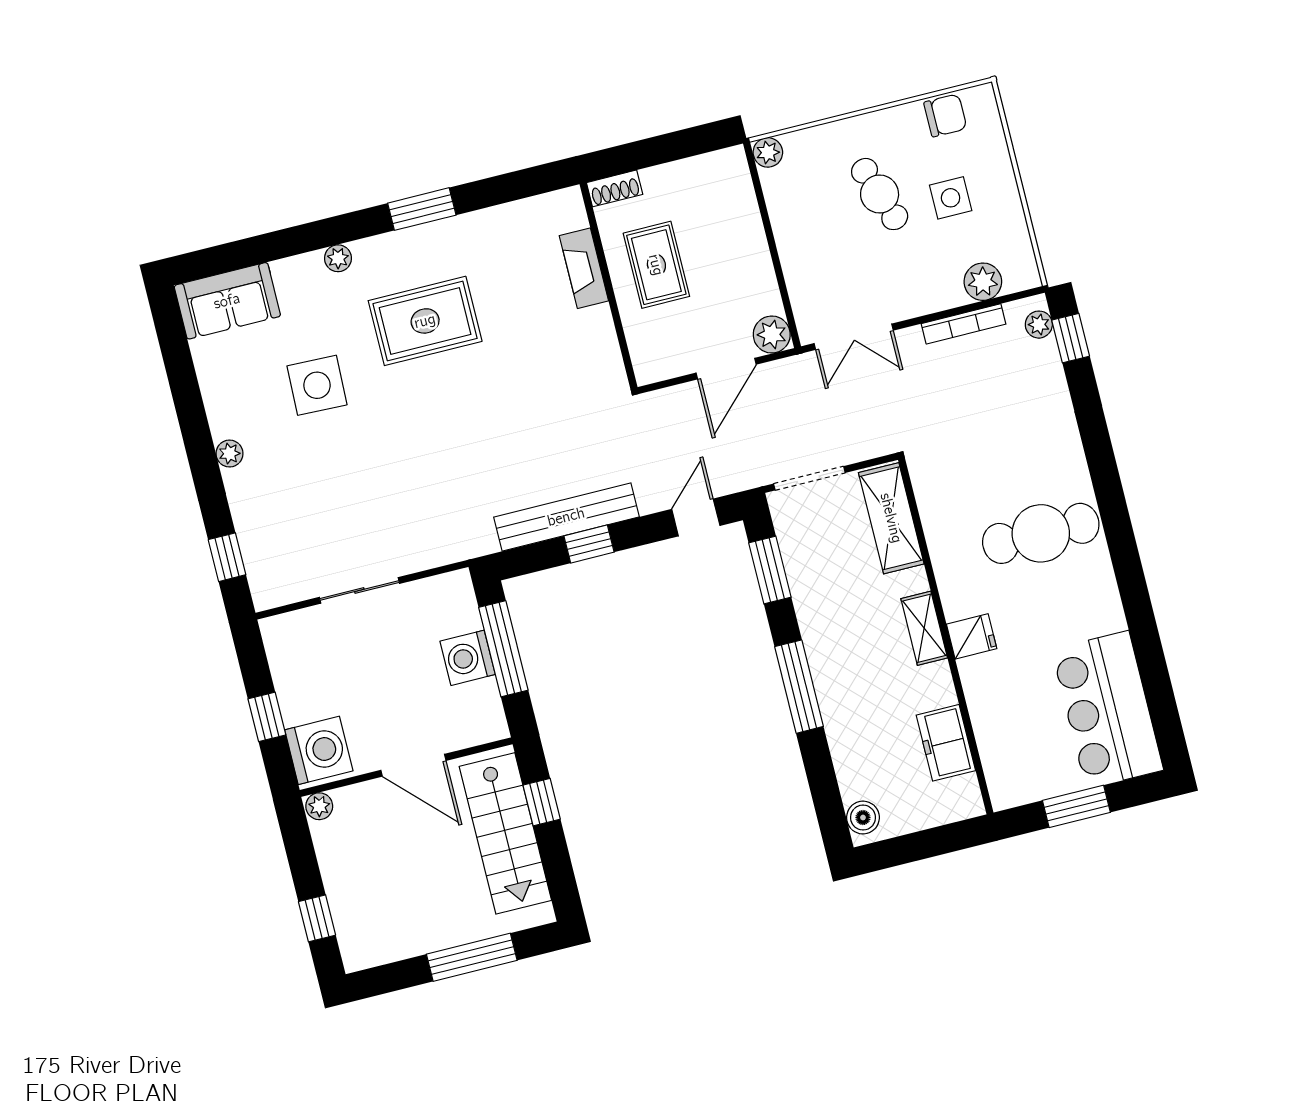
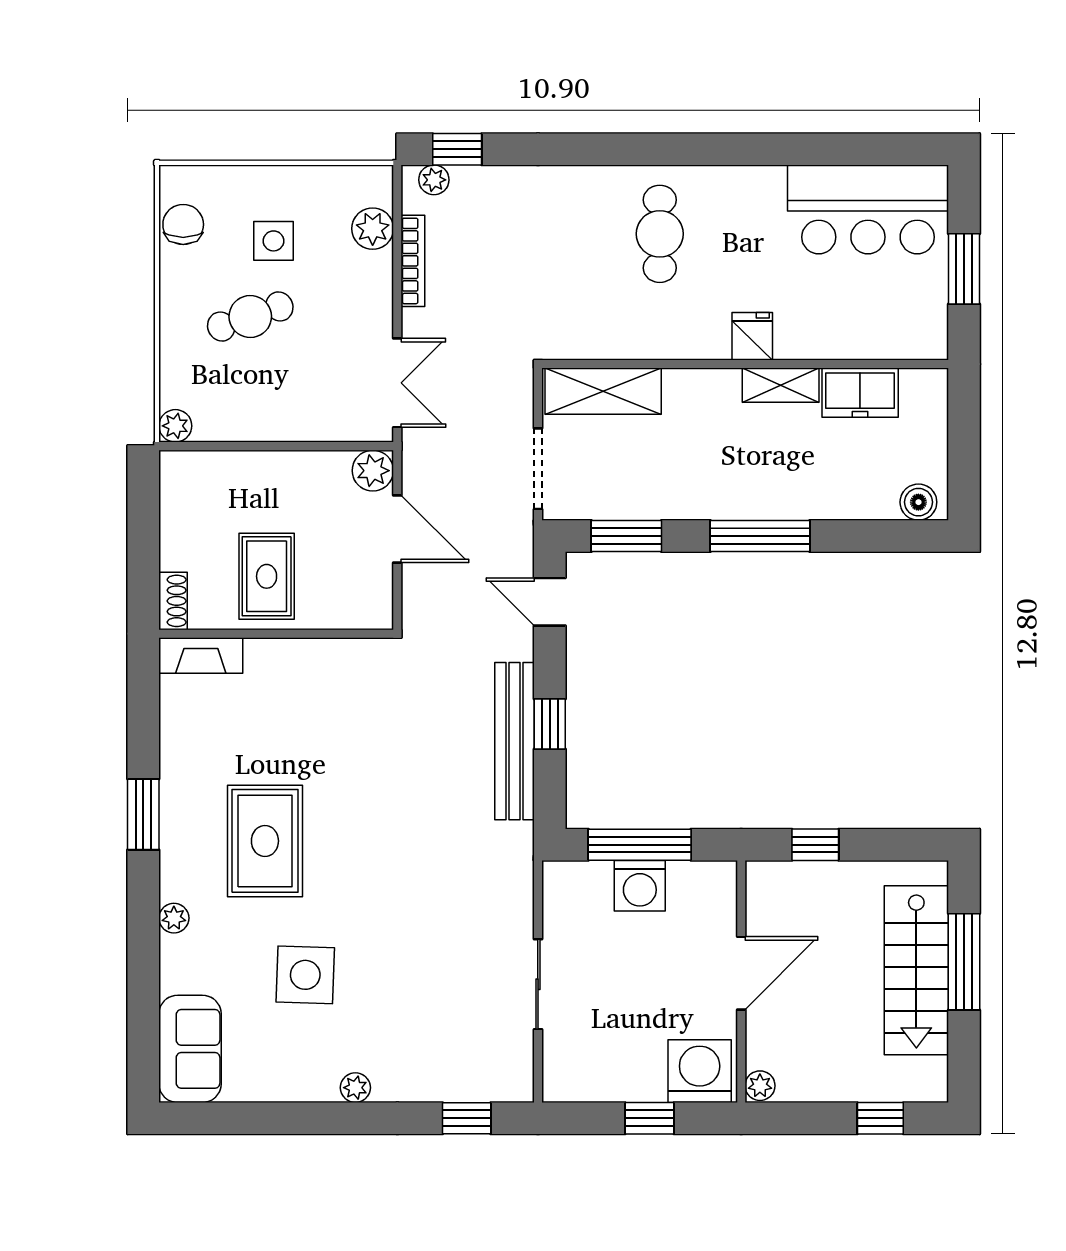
rug: (656, 265) -> (267, 576), turned 90
fireplace: (584, 268) -> (201, 655), moved
cafe table: (1041, 533) -> (660, 234), width x0.73, depth x0.74
shelving: (924, 628) -> (781, 385), moved
stairs: (505, 833) -> (916, 970), moved, turned 90

